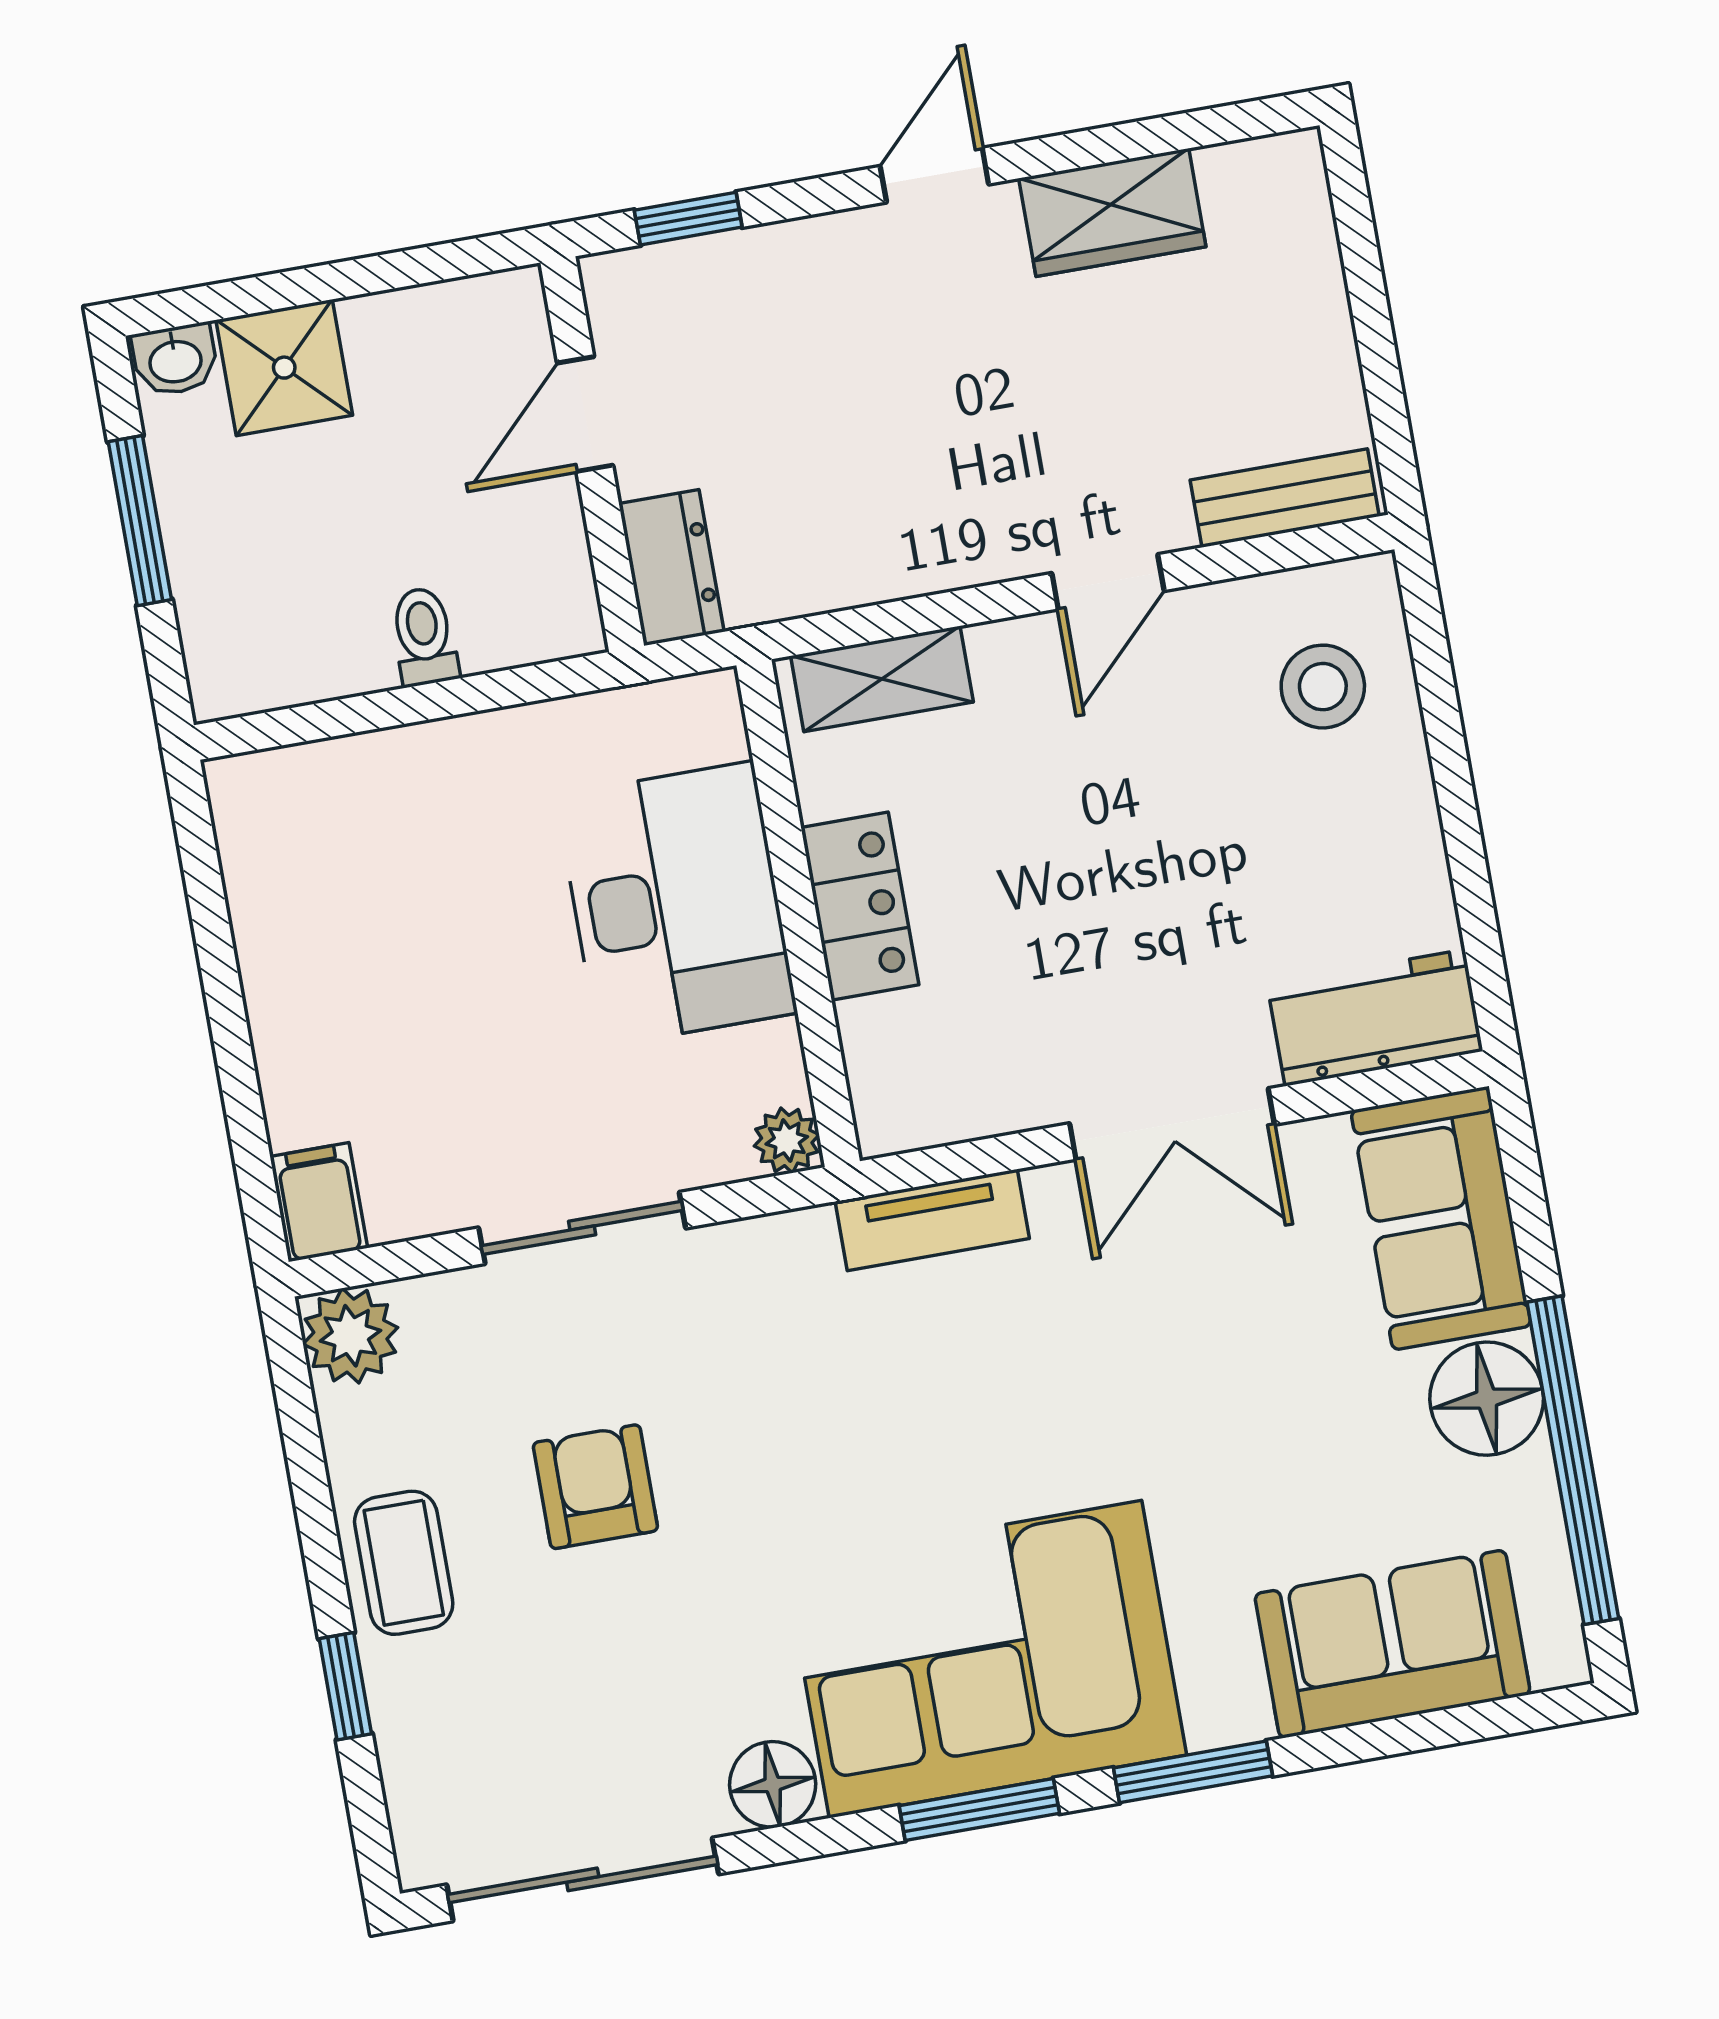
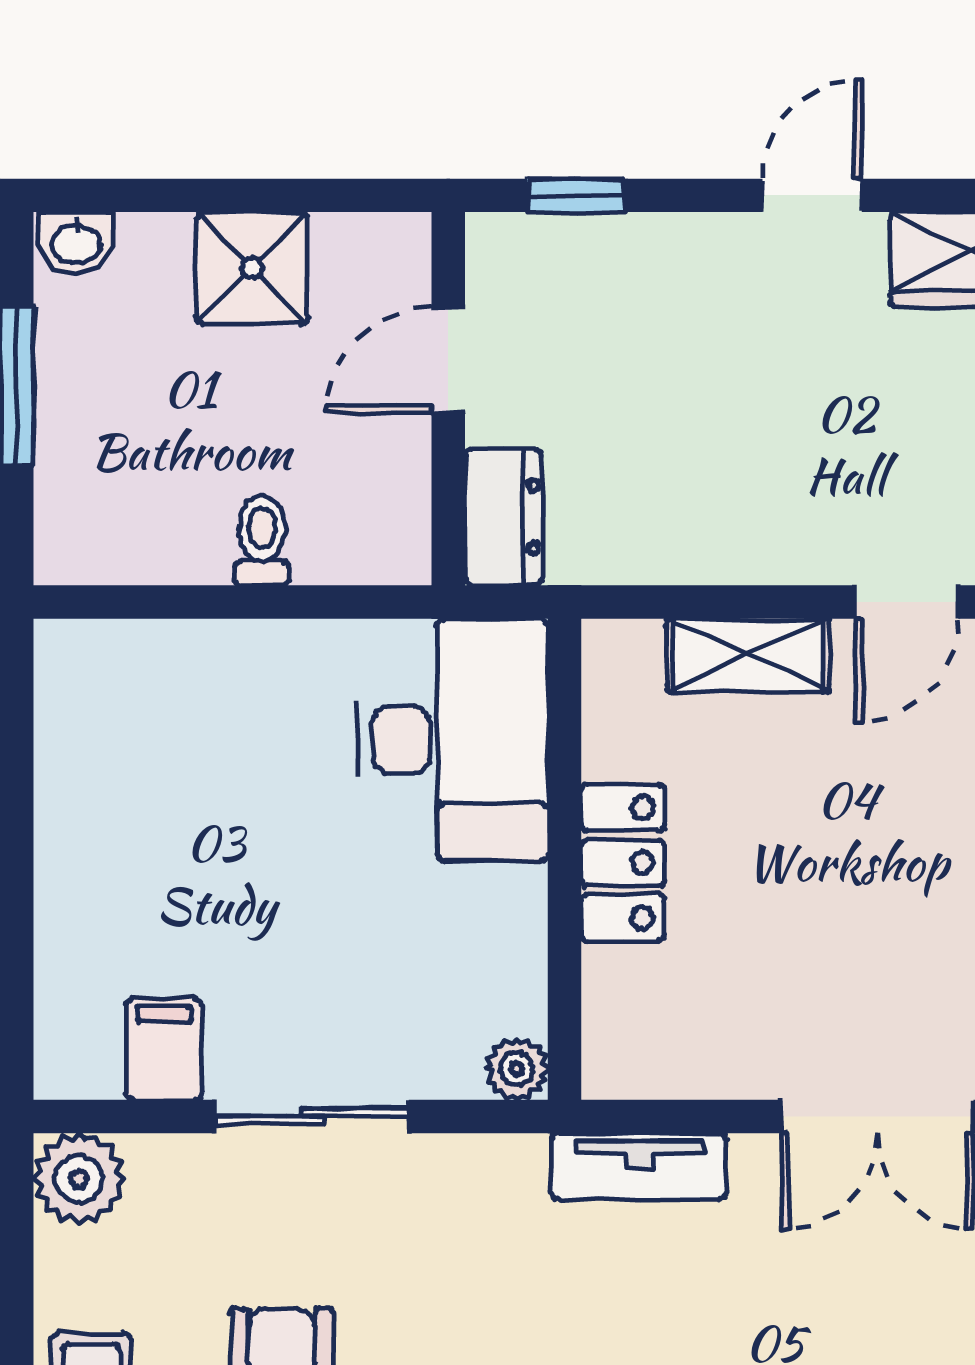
shower: (284, 368) -> (252, 268), moved
shelving: (882, 679) -> (748, 655), moved
desk: (676, 904) -> (453, 740), moved
filing cabinet: (319, 1202) -> (164, 1049), moved

